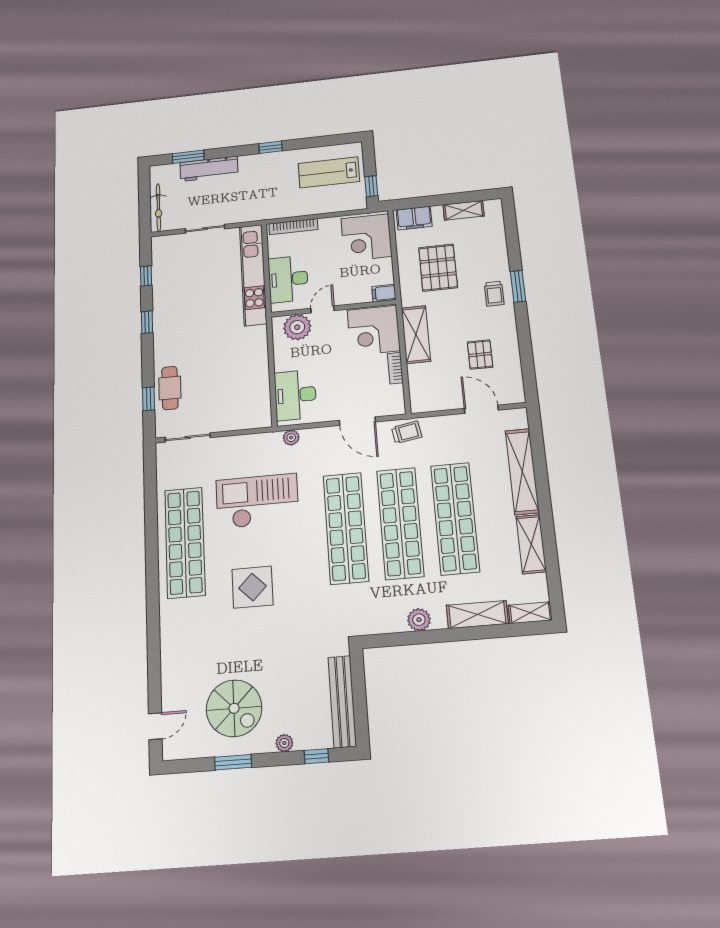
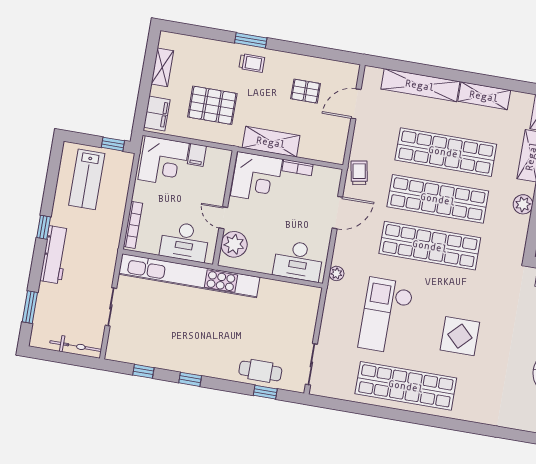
workbench: (209, 169) -> (55, 255), moved
kitchen unit: (253, 275) -> (189, 276), width x1.36
filing cabinet: (384, 293) -> (197, 155), moved

